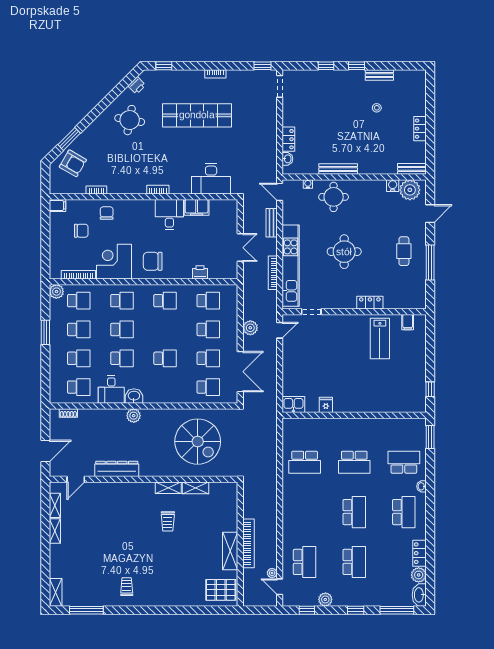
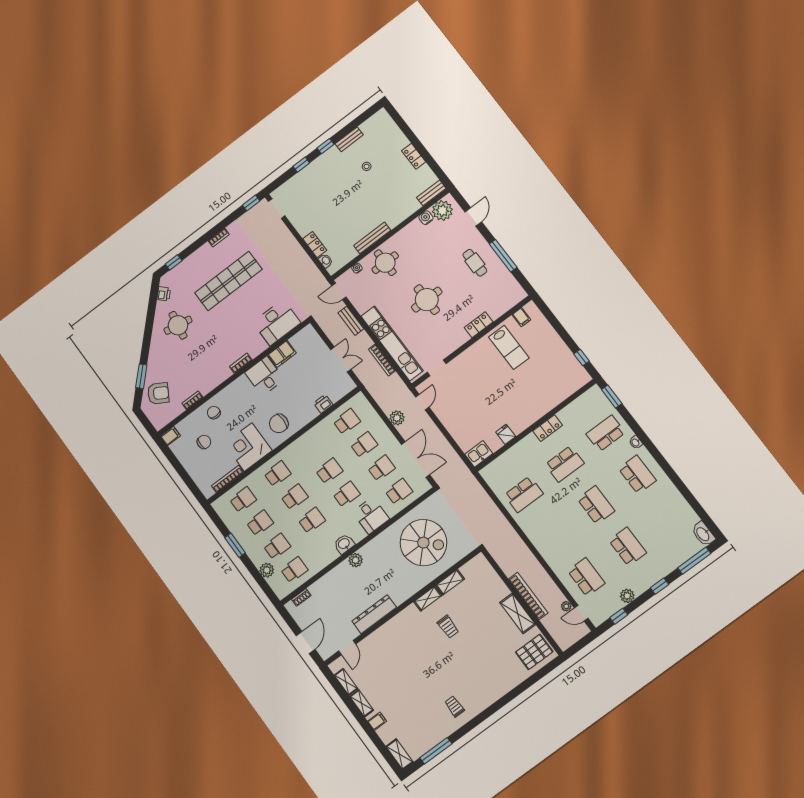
plant: (56, 292) -> (267, 570), moved
school desk: (165, 301) -> (329, 471), moved
desk: (111, 389) -> (371, 516), moved
locker: (420, 553) -> (548, 428), moved, turned -90
filing cabinet: (57, 554) -> (377, 721), added
plant: (419, 575) -> (690, 518), removed

